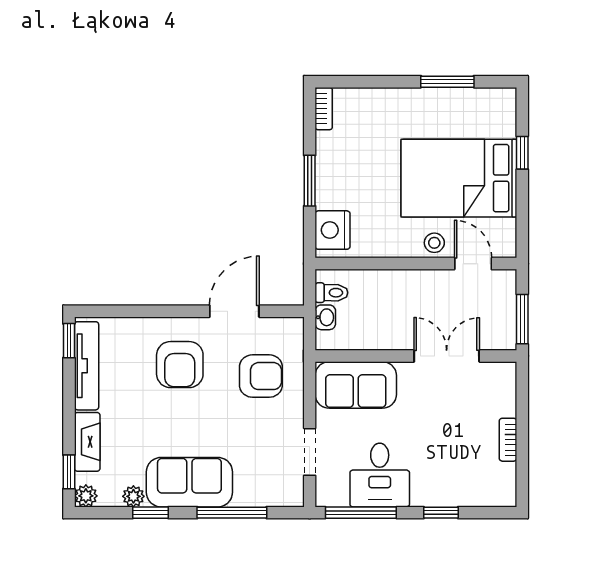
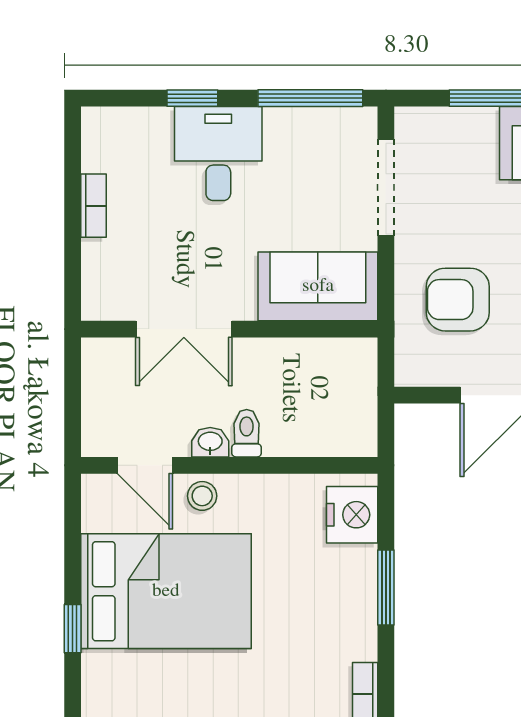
toilet: (331, 293) -> (247, 433), moved, turned 90
washbasin: (325, 317) -> (210, 442), moved, turned 90
window: (522, 319) -> (73, 383), removed
doorway: (310, 452) -> (386, 188), width x1.38
desk: (380, 475) -> (218, 154), moved

